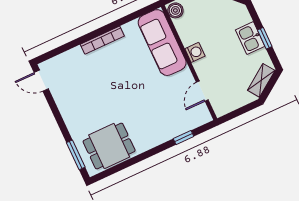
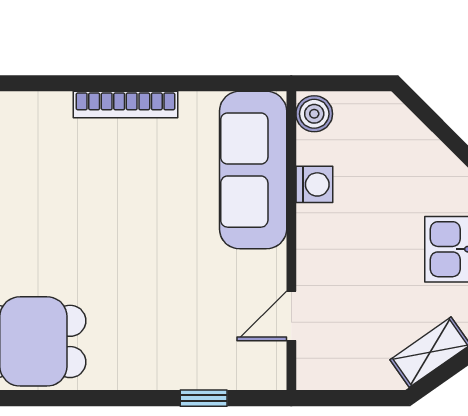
washing machine: (195, 52) -> (314, 184), moved

